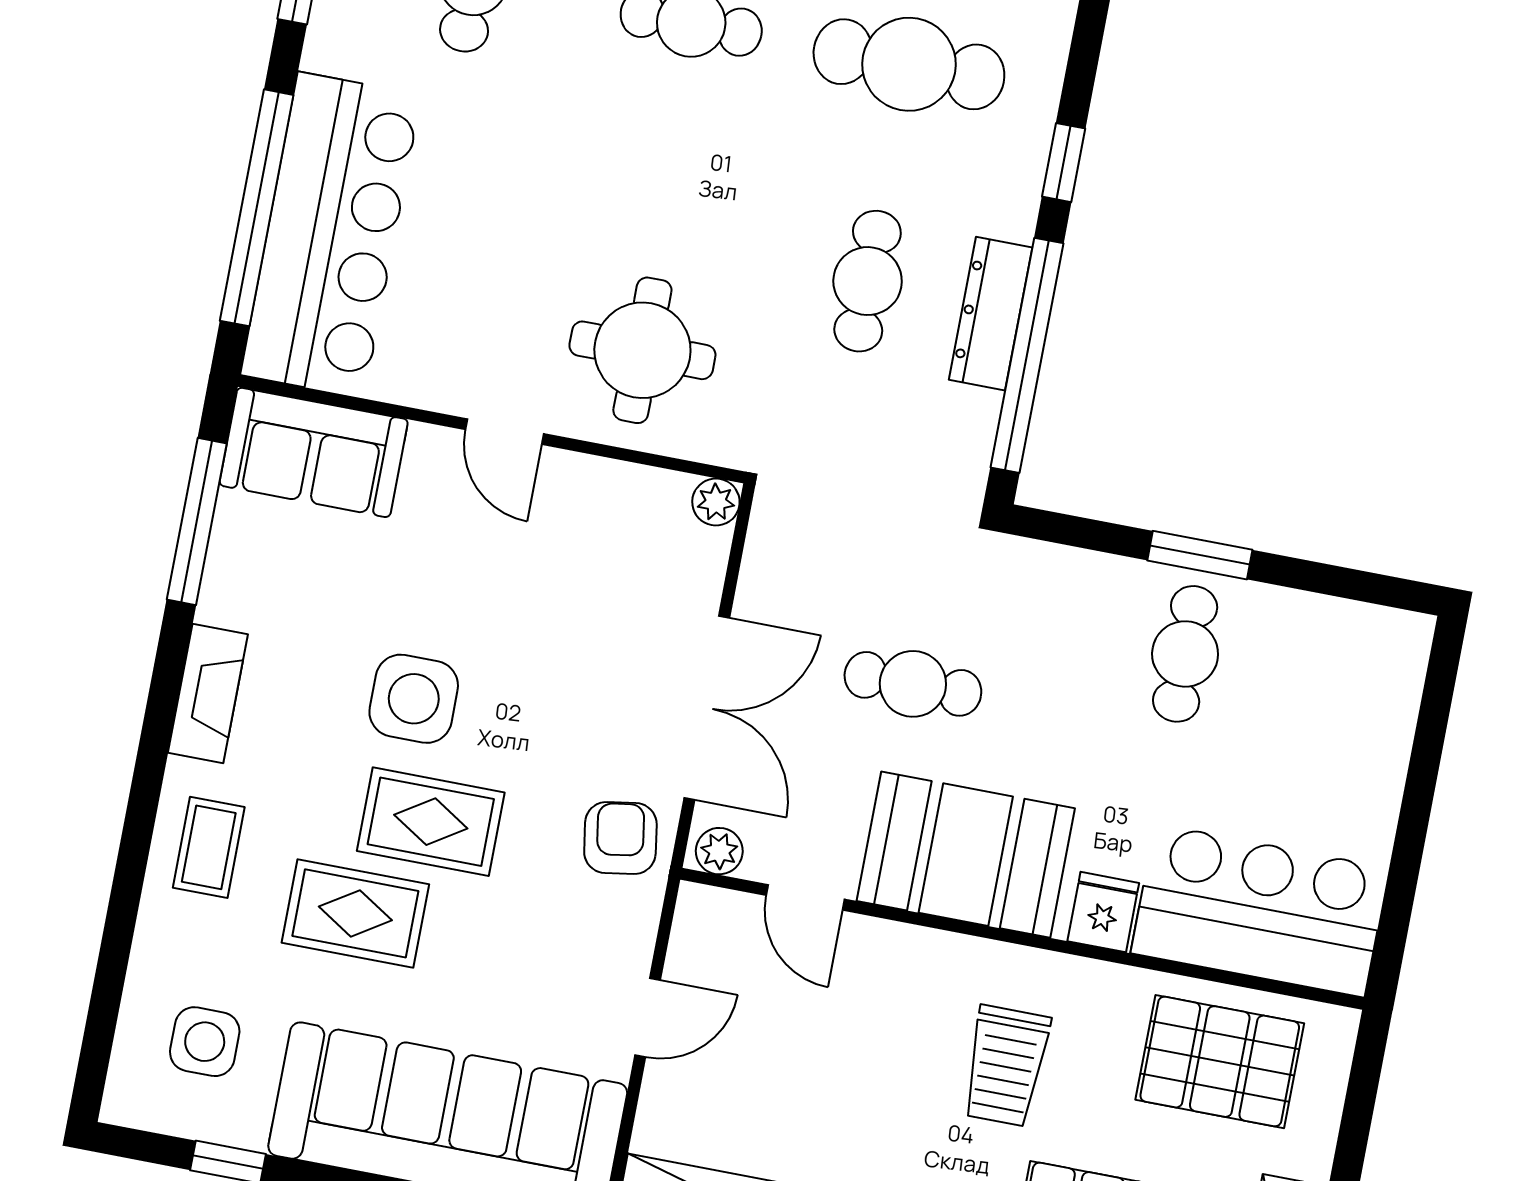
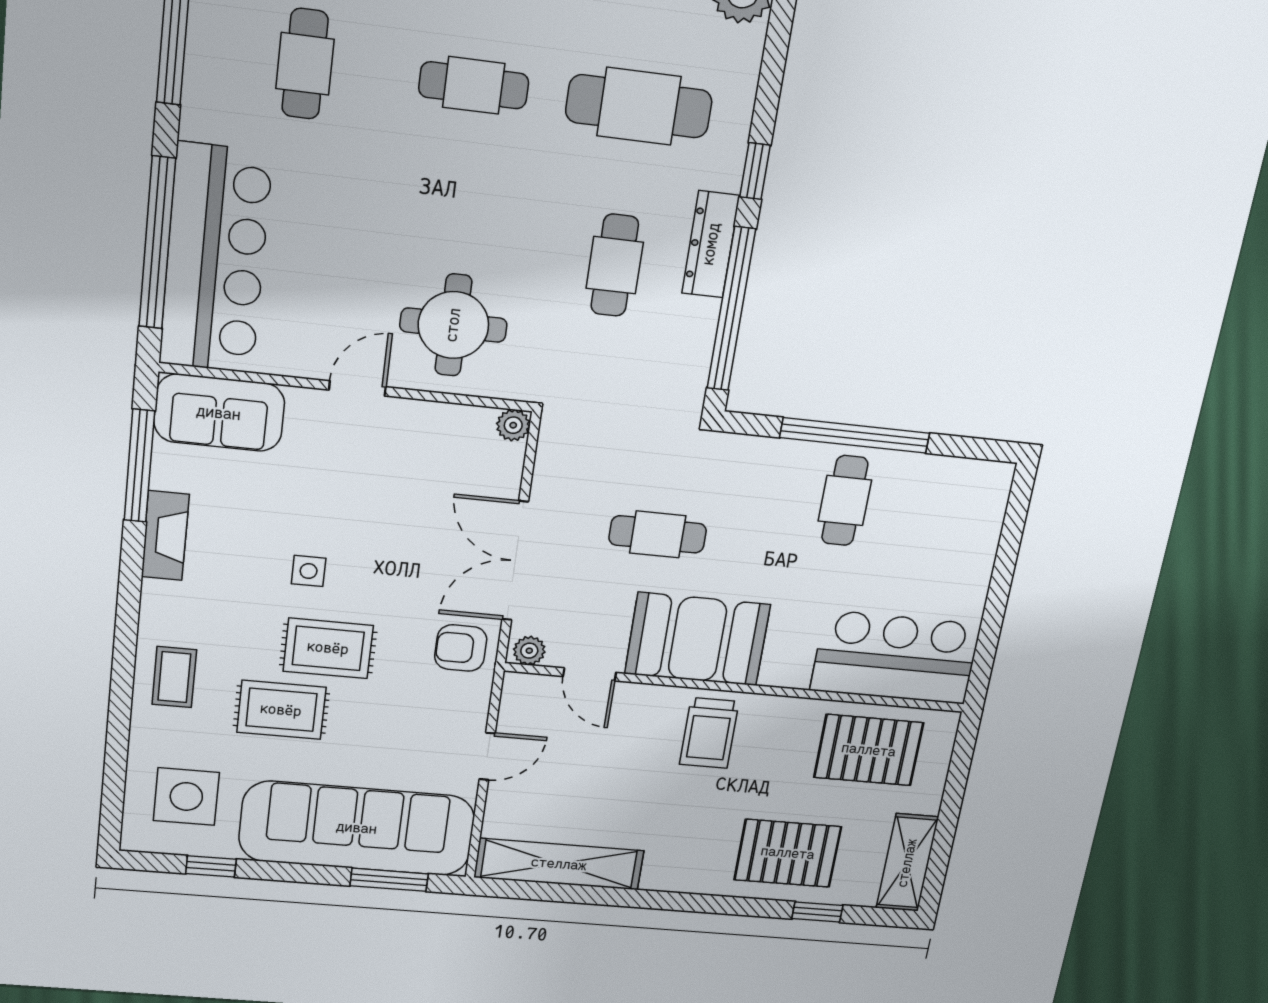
dresser: (991, 314) -> (711, 244), moved
door: (505, 432) -> (357, 388), swing flipped
window: (1200, 555) -> (855, 435), width x2.11
fireplace: (208, 694) -> (165, 536), moved
side table: (414, 699) -> (309, 571), width x0.54, depth x0.54
double door: (707, 708) -> (515, 561), swing flipped
armchair: (620, 838) -> (461, 648), turned -81
fridge: (1103, 912) -> (791, 667), removed
side table: (205, 1042) -> (186, 796), width x1.37, depth x1.37
trolley: (1006, 1066) -> (709, 733), moved

